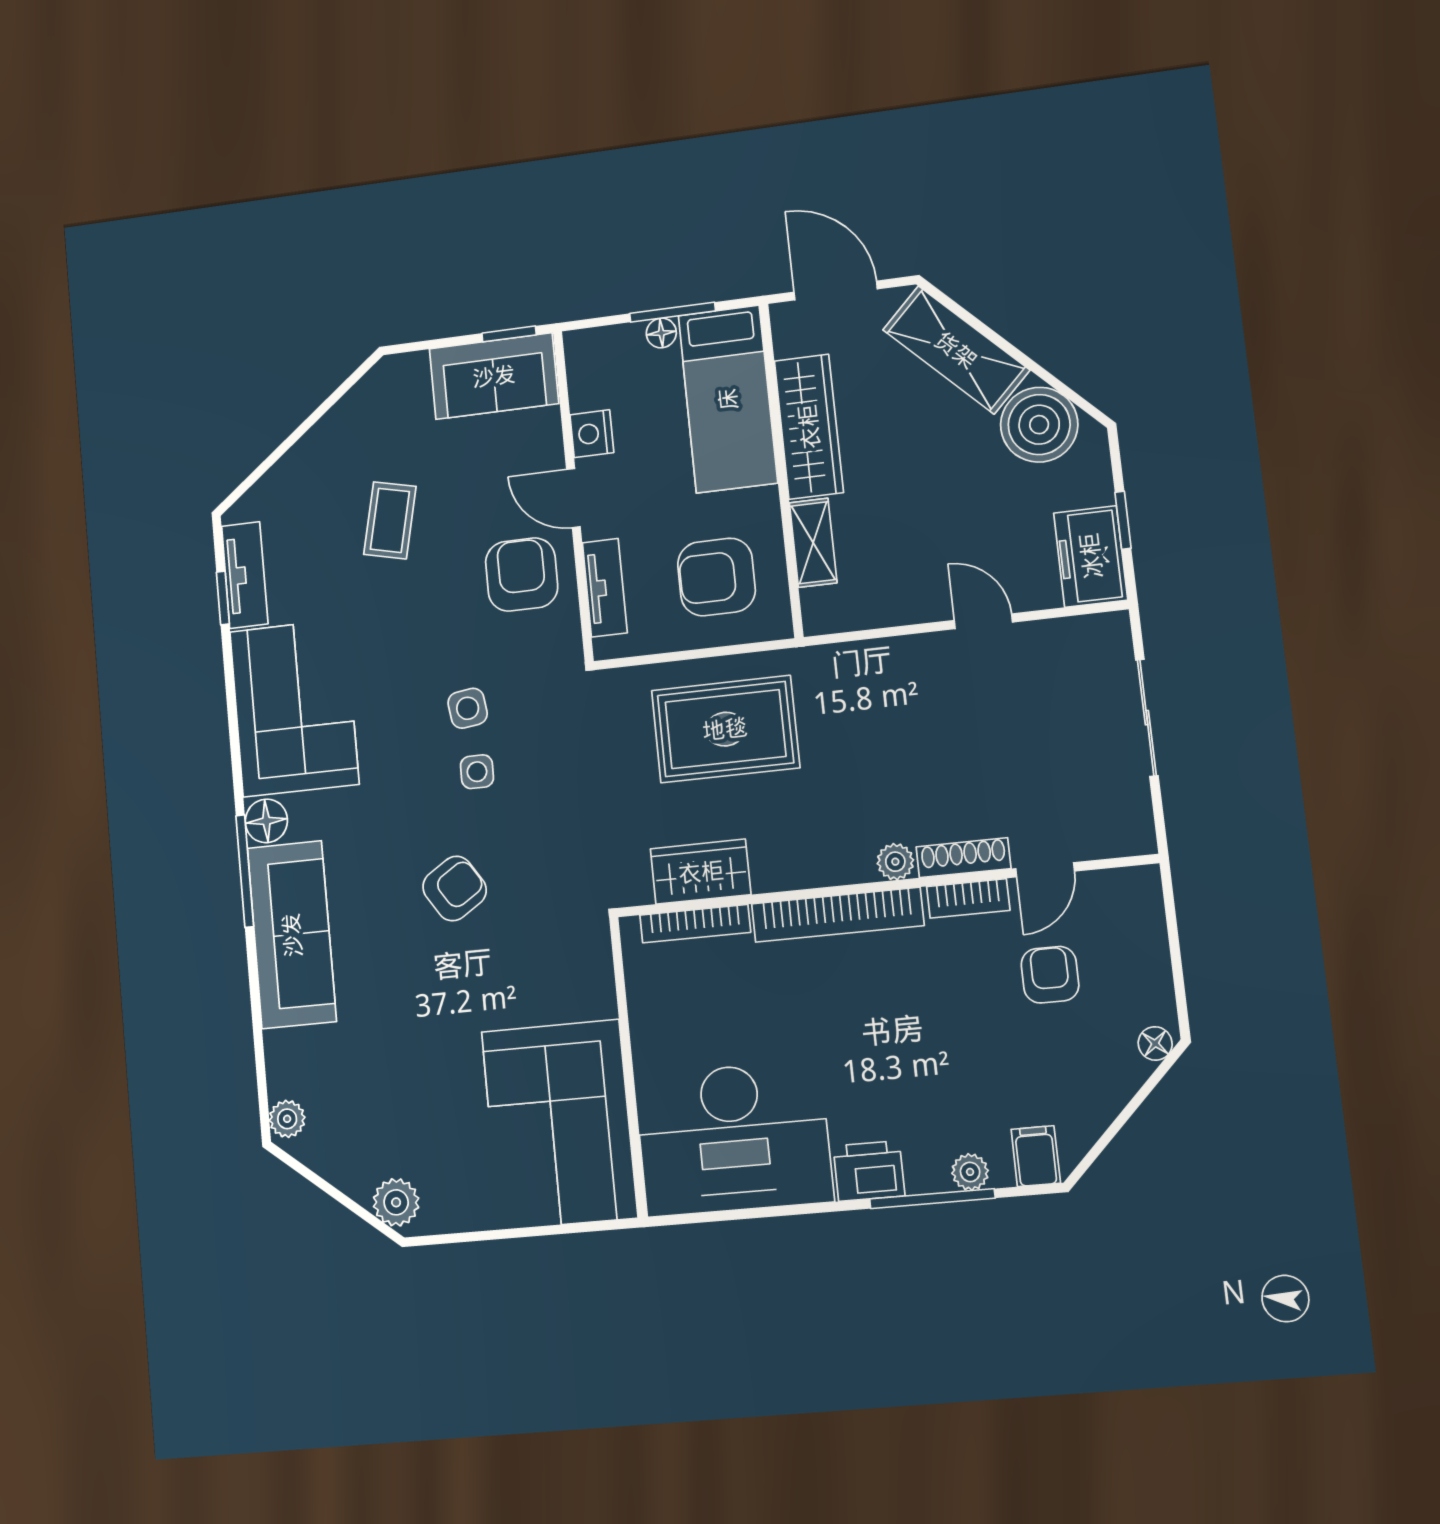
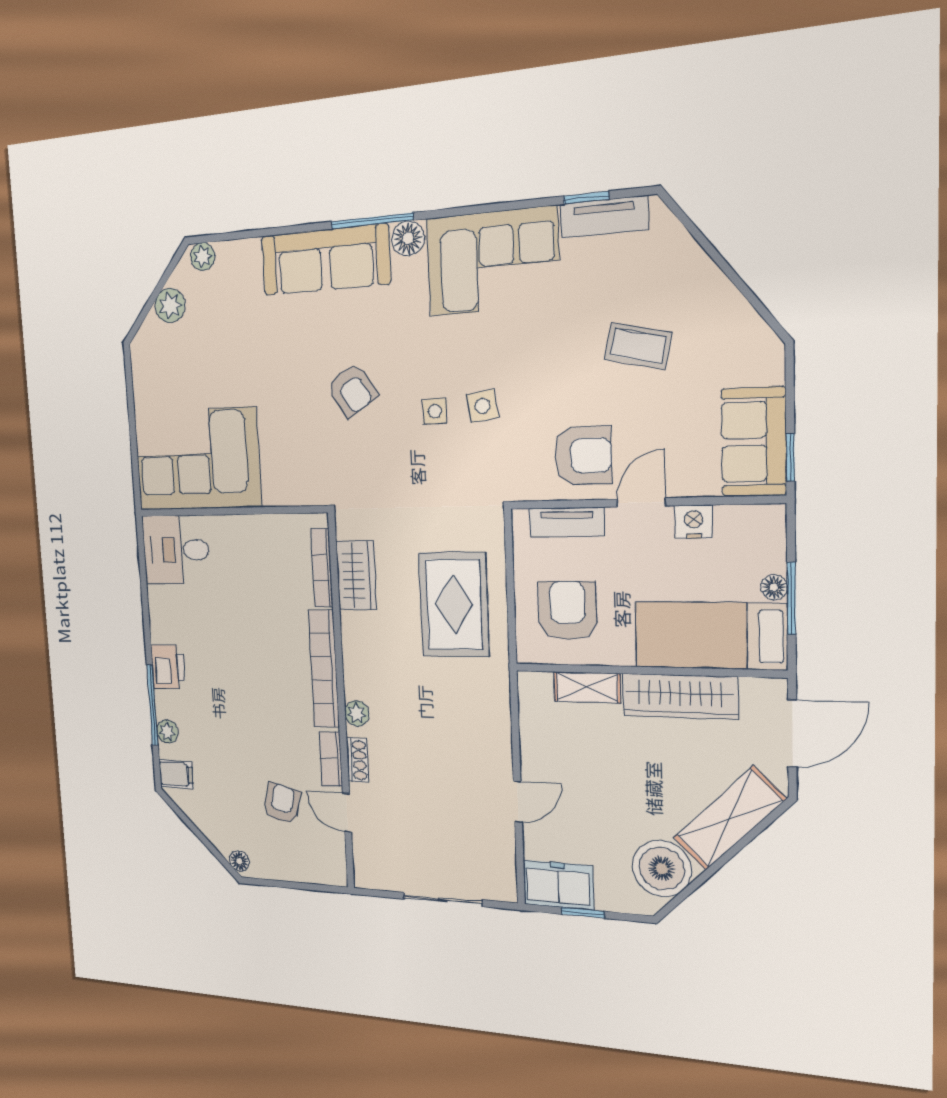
shoe rack: (963, 858) -> (357, 760), width x0.70
armchair: (1050, 975) -> (282, 803), turned -75
desk: (733, 1138) -> (176, 550), width x0.53, depth x0.77
plant: (396, 1202) -> (170, 305), moved

